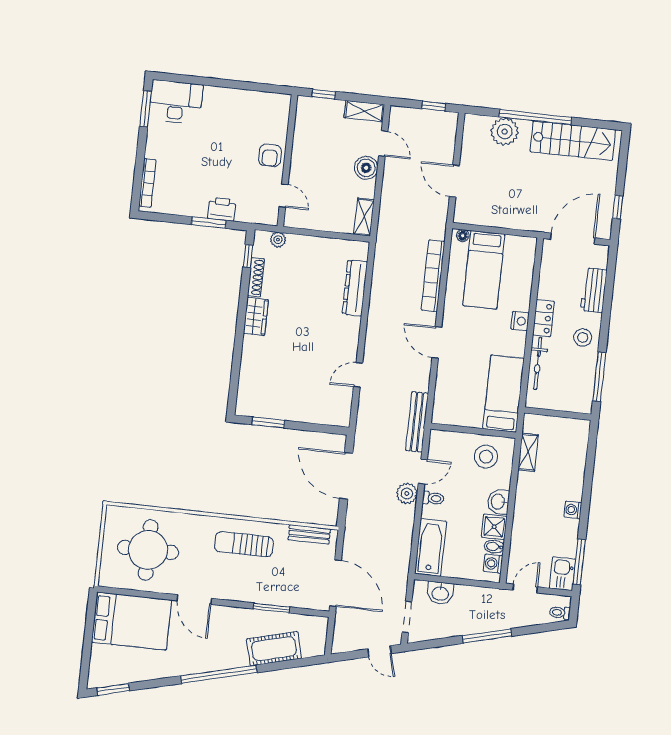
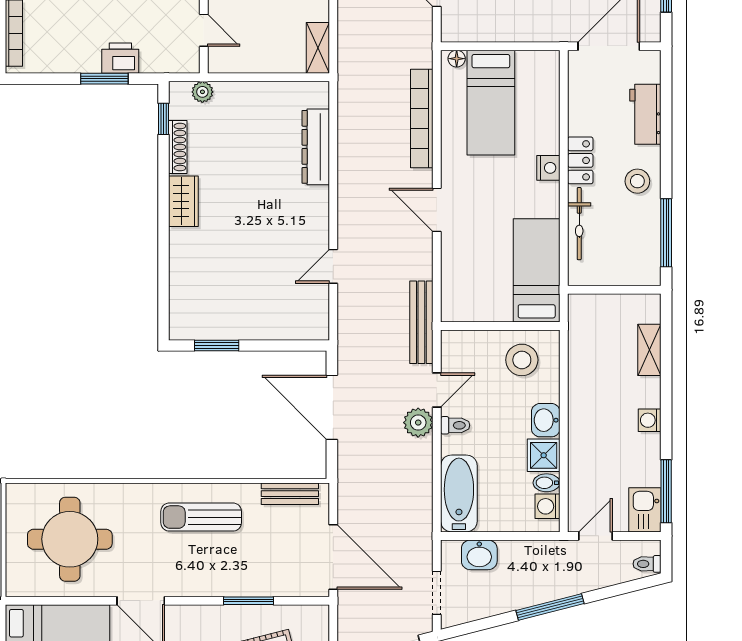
shelving: (528, 452) -> (649, 350), moved

